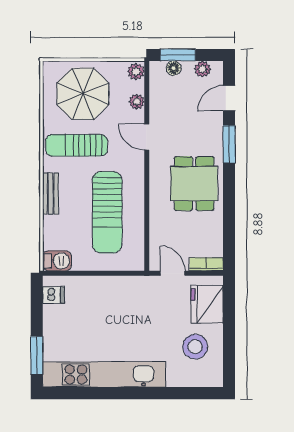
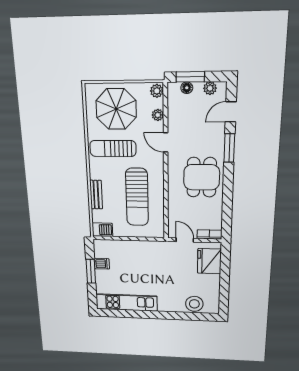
bench: (51, 194) -> (96, 195), moved
dishwasher: (53, 295) -> (102, 264), moved
stool: (195, 347) -> (194, 304), moved
window: (37, 355) -> (91, 271), moved
kitchen unit: (104, 375) -> (127, 302), width x0.73

